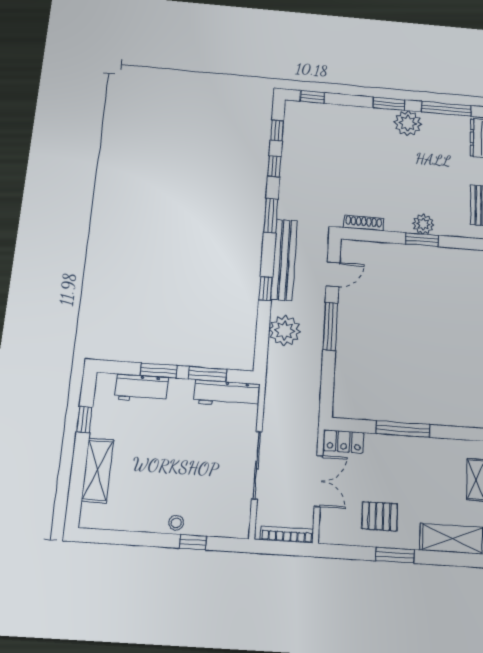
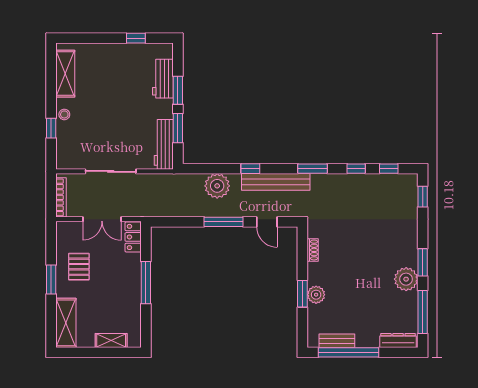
shoe rack: (364, 223) -> (313, 250), width x0.70
shelving: (97, 470) -> (65, 74), moved, turned 90

